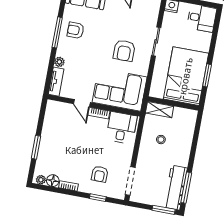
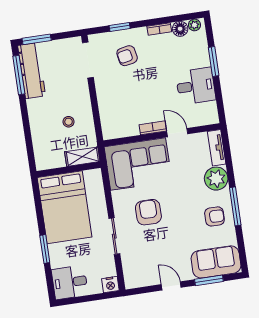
plant: (59, 62) -> (216, 179), width x1.88, depth x1.88
window: (207, 75) -> (45, 249), moved
desk: (122, 128) -> (196, 86), moved, turned -90
armchair: (100, 174) -> (127, 56), turned -101

